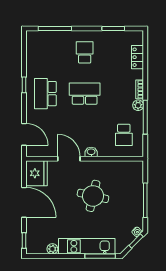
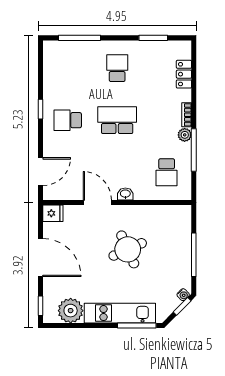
school desk: (45, 94) -> (68, 120), width x0.54
door: (24, 134) -> (40, 172), hinge flipped
fridge: (37, 173) -> (53, 213), width x0.53, depth x0.75
round table: (93, 196) -> (128, 249), turned -37
plant: (52, 249) -> (71, 311), width x1.88, depth x1.88

